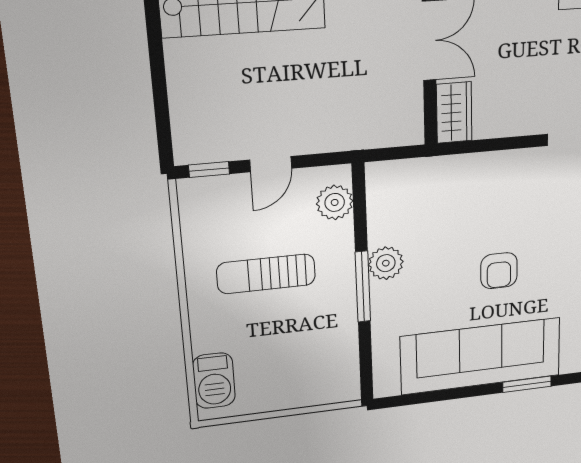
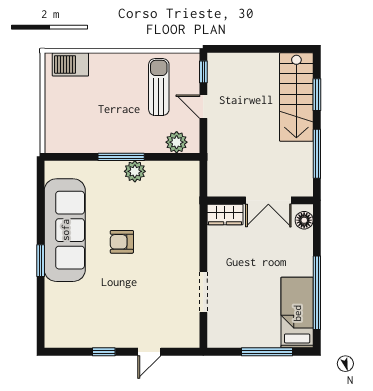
sun lounger: (266, 274) -> (159, 87), moved

